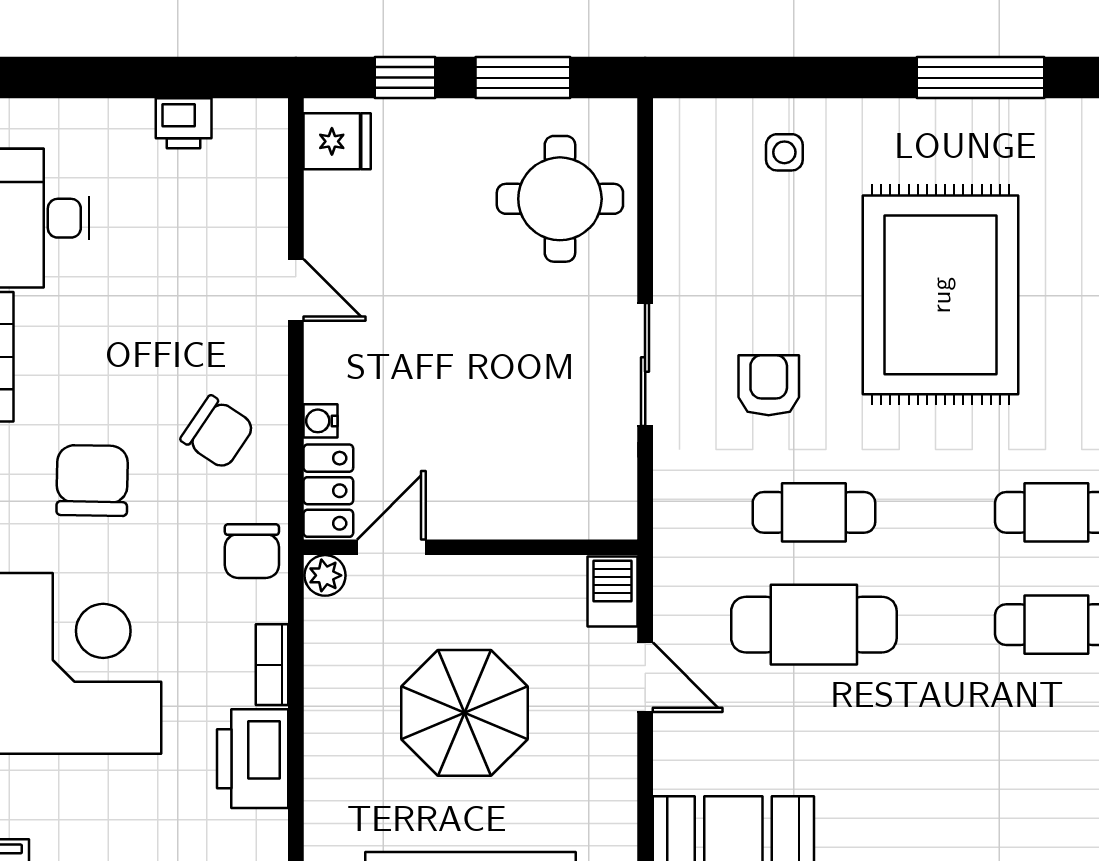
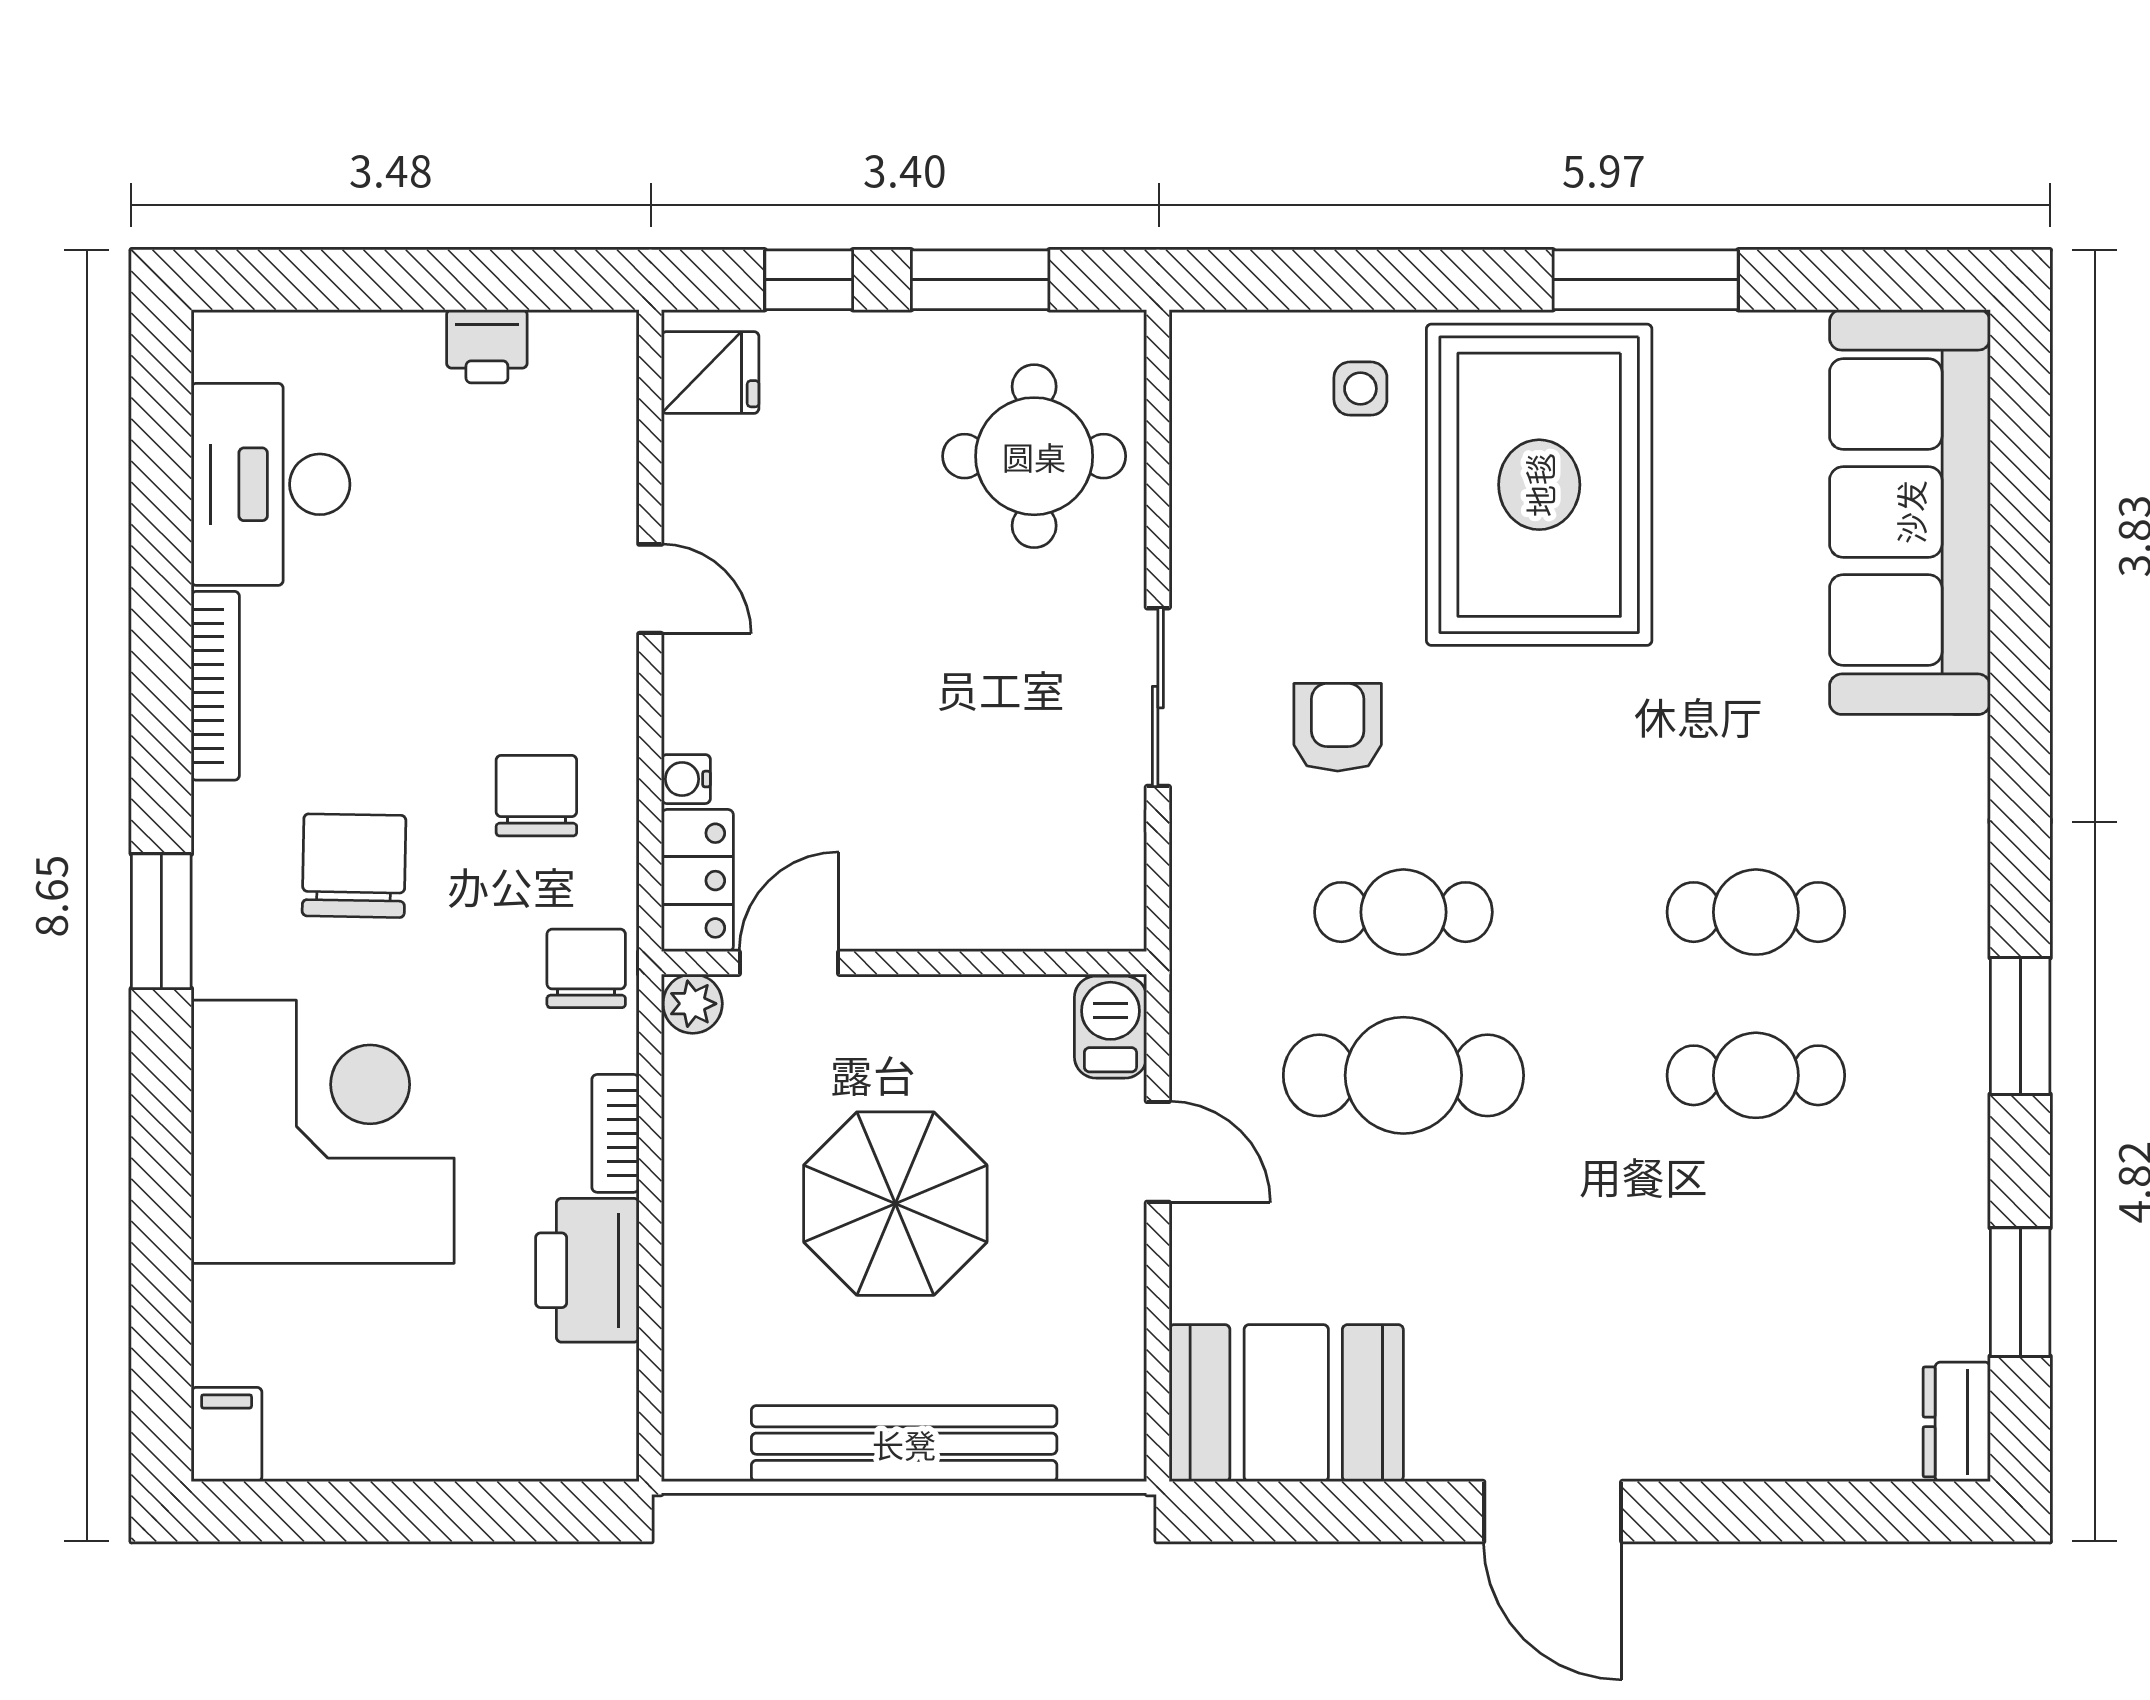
rug: (941, 295) -> (1539, 485), moved
chair: (218, 432) -> (536, 796), turned -124
chair: (252, 551) -> (586, 968), turned 180

